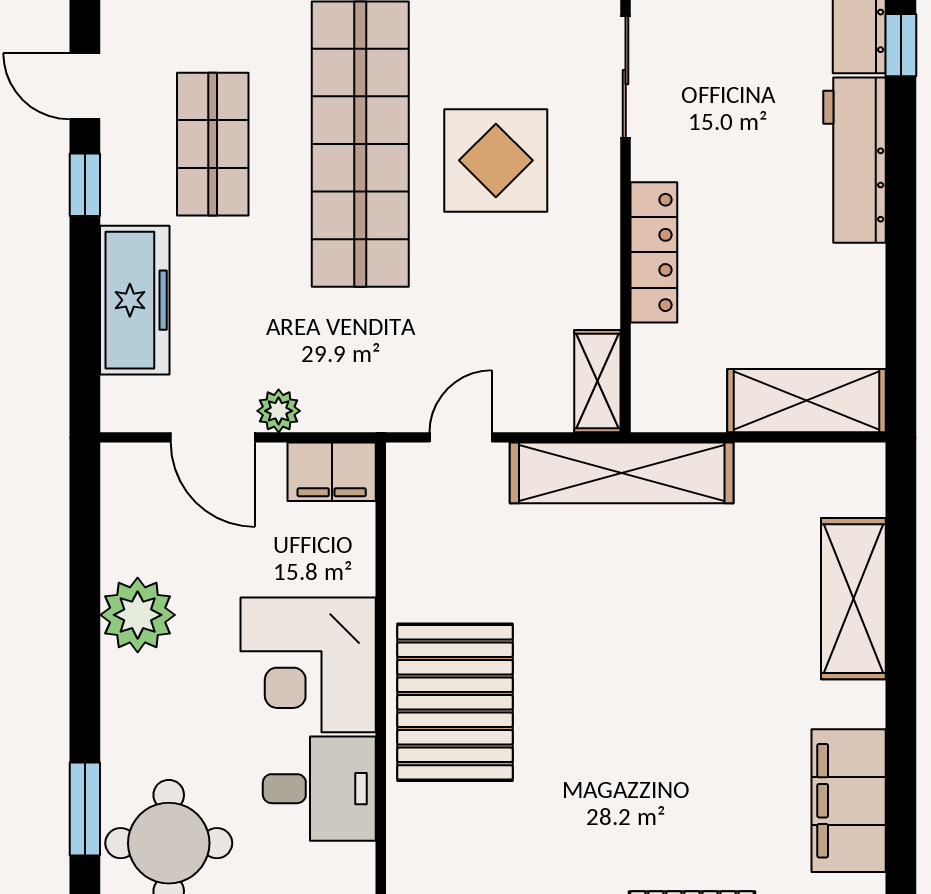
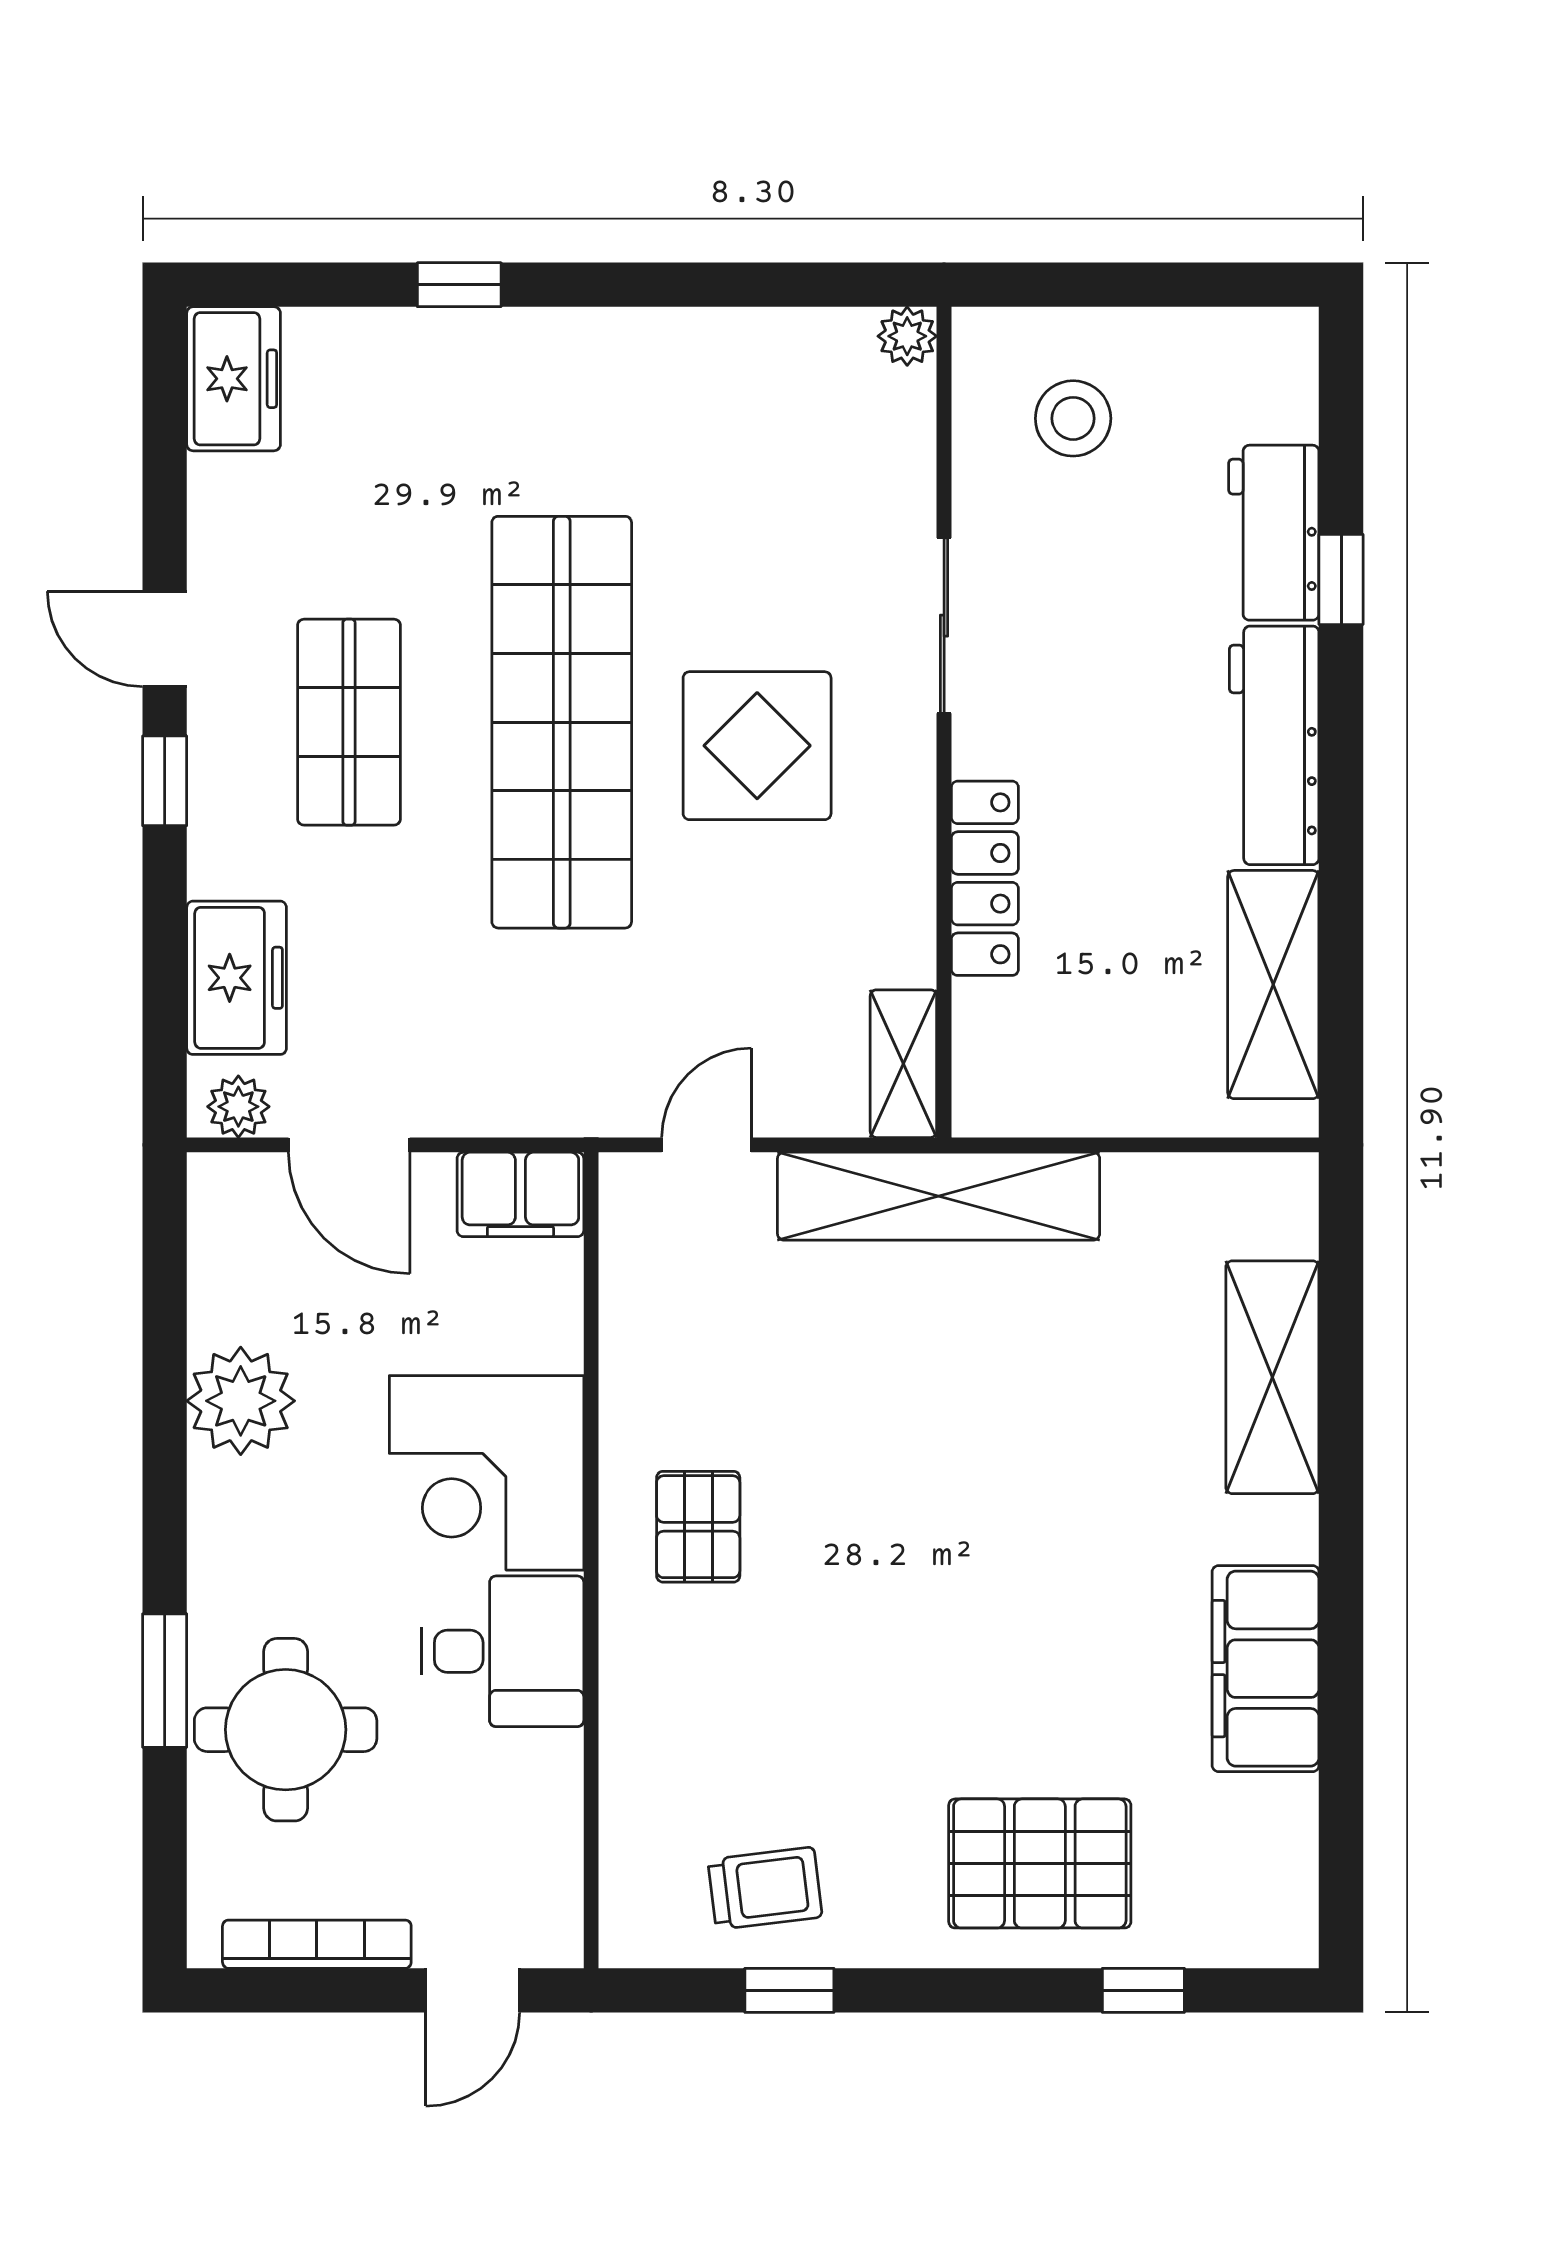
freezer: (135, 300) -> (237, 978), width x0.71
shelving: (806, 401) -> (1273, 985), moved, turned 90
plant: (279, 411) -> (238, 1107), moved
pallet: (455, 702) -> (698, 1527), width x0.49, depth x0.50

